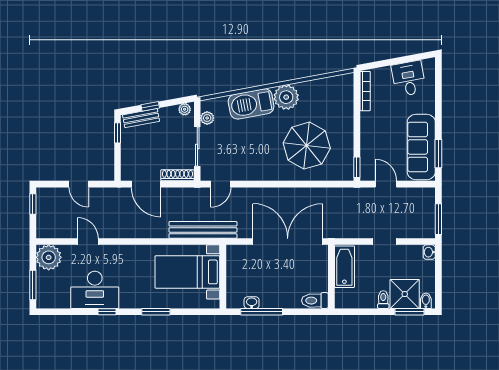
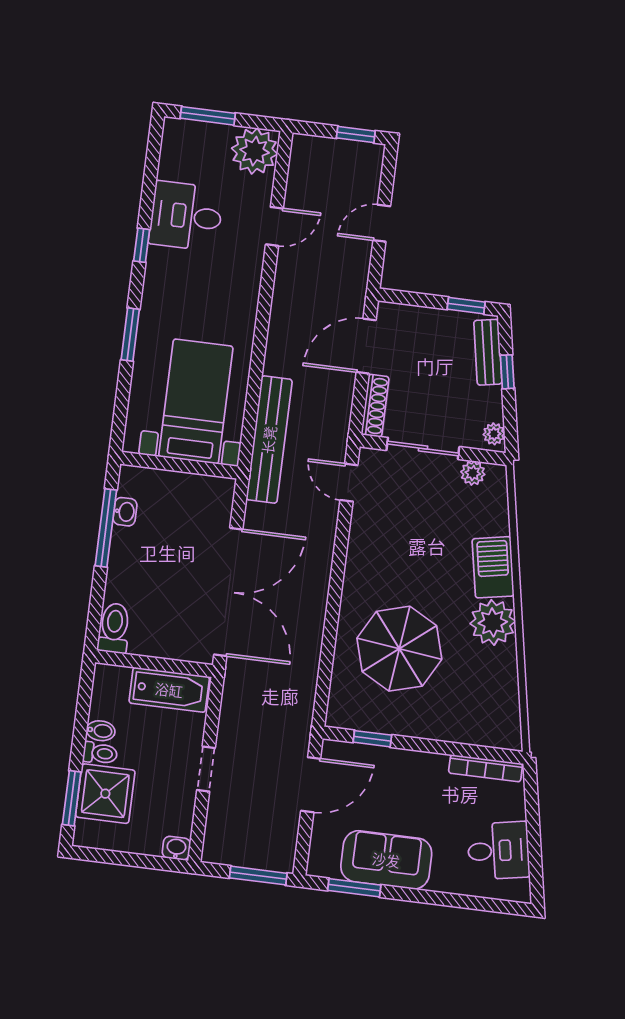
barbecue: (251, 104) -> (493, 567), width x0.73, depth x0.83
sofa: (421, 147) -> (386, 860), width x0.73
window: (357, 167) -> (372, 739), moved
door: (386, 184) -> (311, 785), width x1.38
window: (438, 219) -> (258, 876), moved
desk: (95, 290) -> (186, 216), width x0.73
bidet: (426, 301) -> (101, 731), moved

